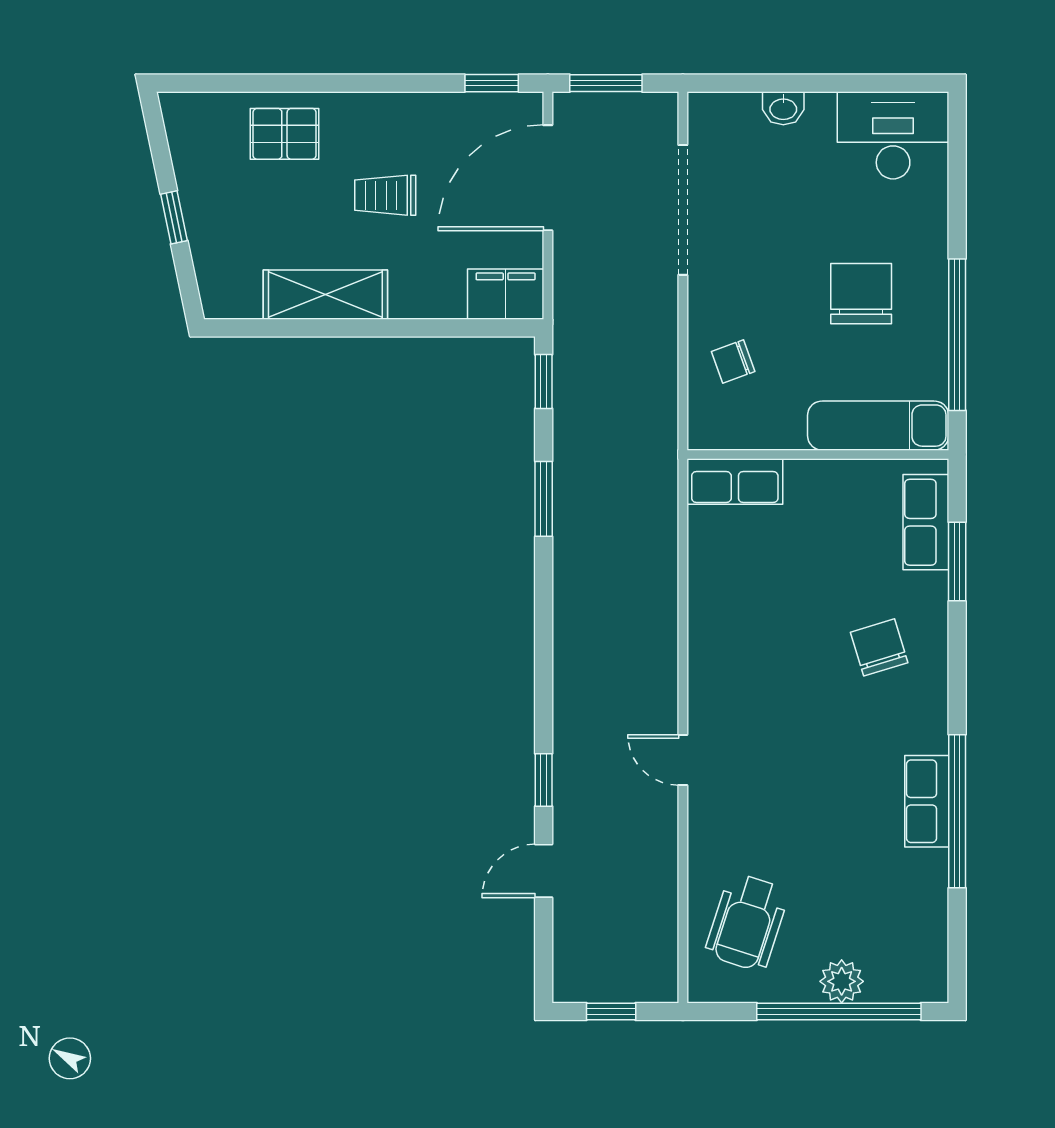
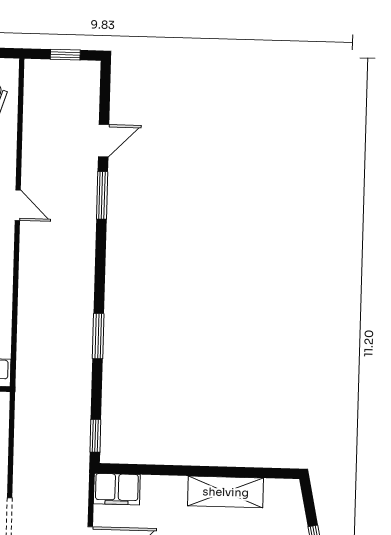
window: (544, 499) -> (98, 336), moved
window: (544, 780) -> (102, 195), width x1.50

